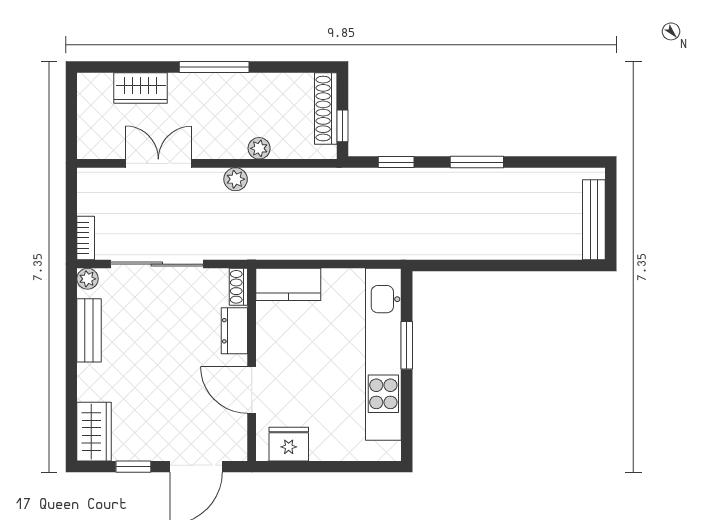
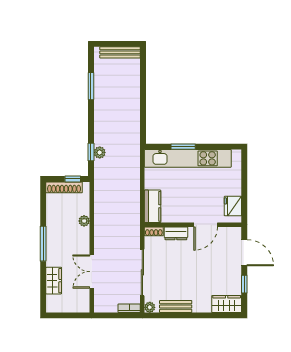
window: (477, 162) -> (91, 86), moved
plant: (236, 179) -> (100, 152), moved

